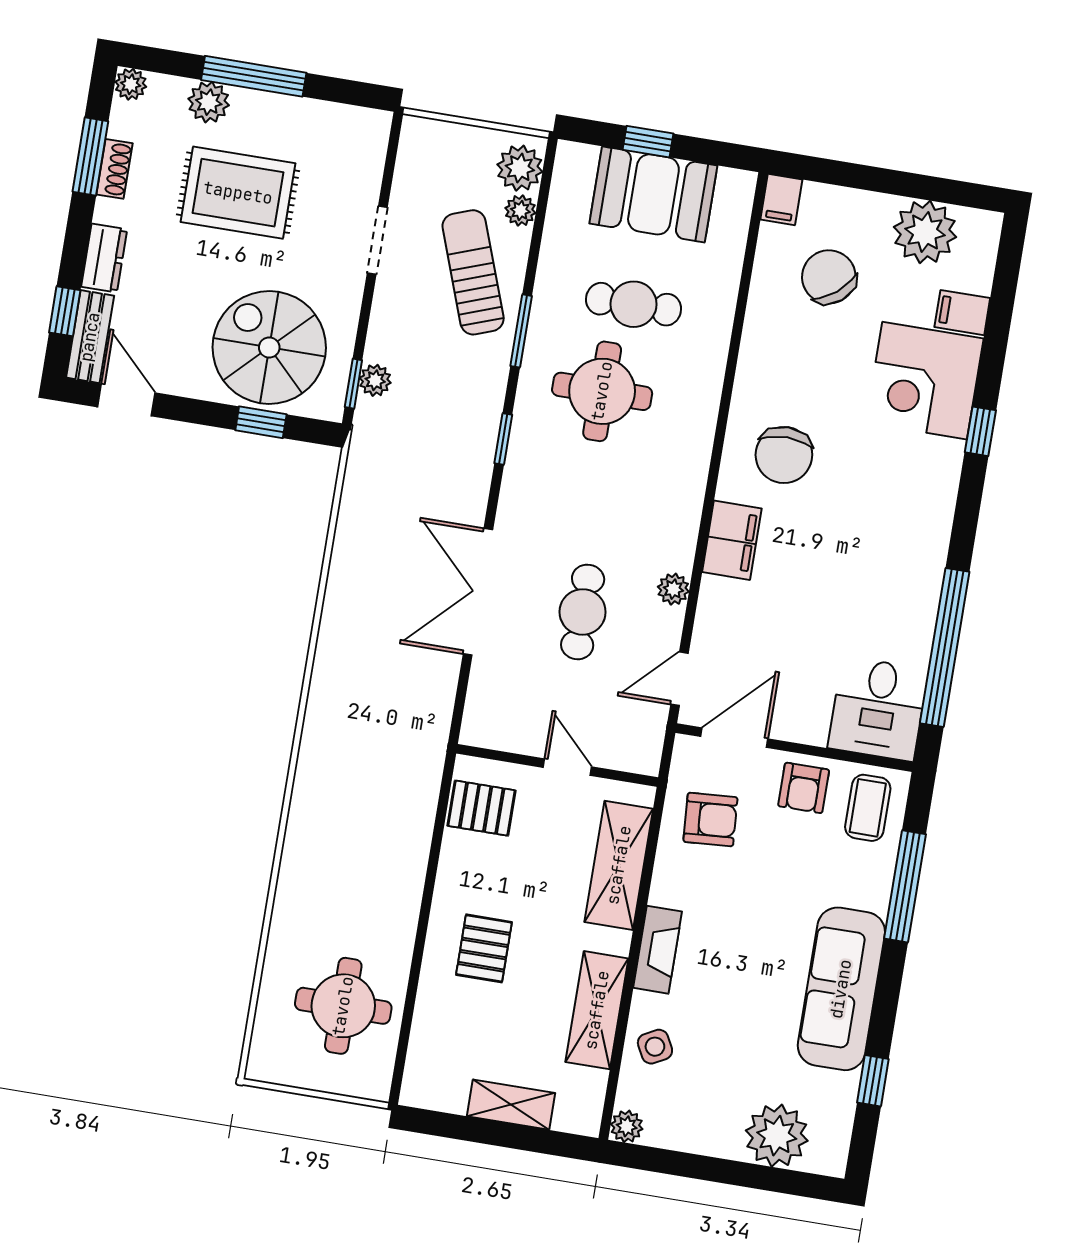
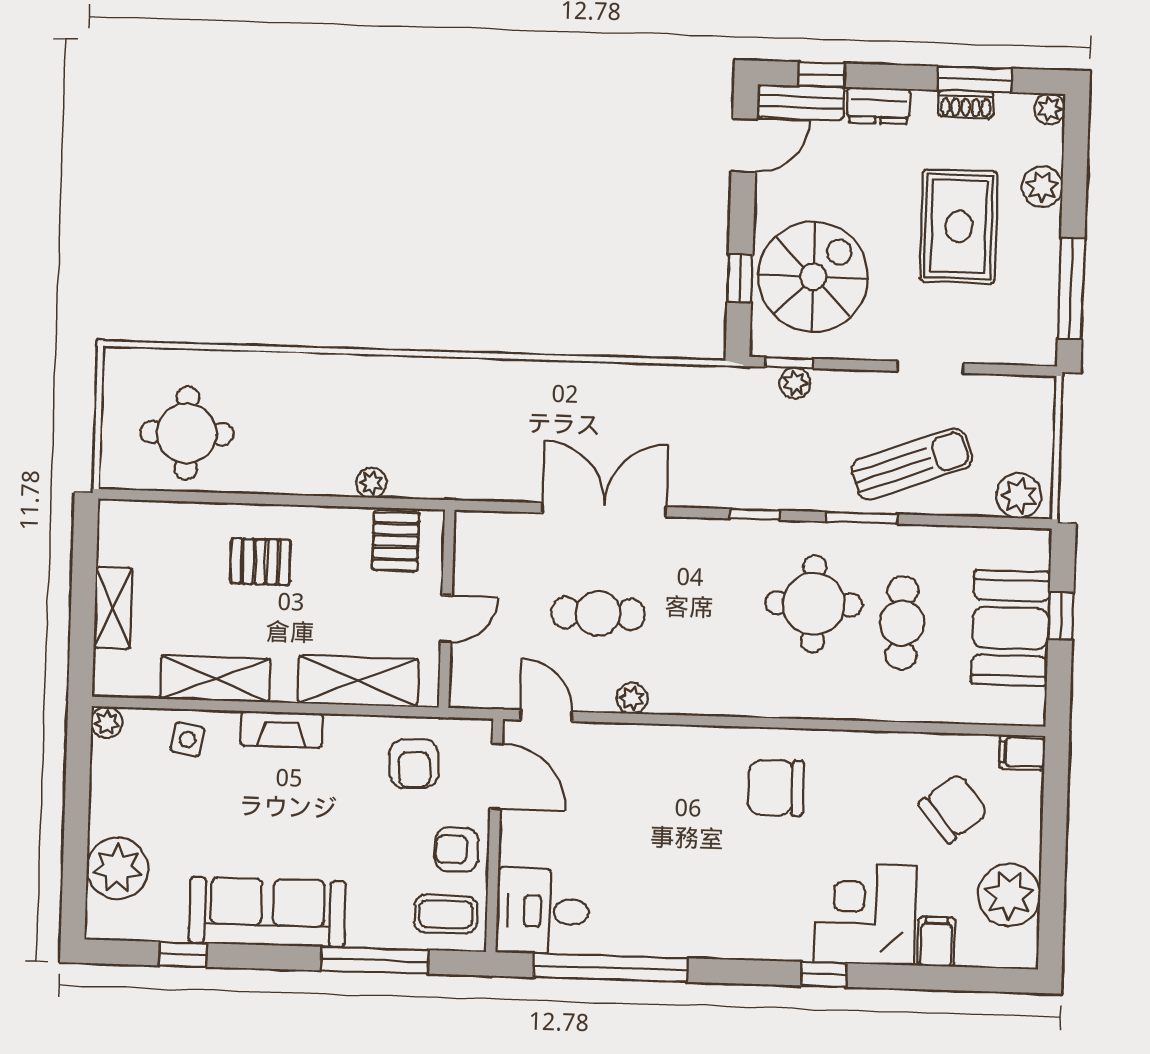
window: (254, 76) -> (1071, 289), moved
plant: (520, 211) -> (371, 483), moved
filing cabinet: (732, 540) -> (687, 748), removed
side table: (655, 1047) -> (188, 739), turned 38

